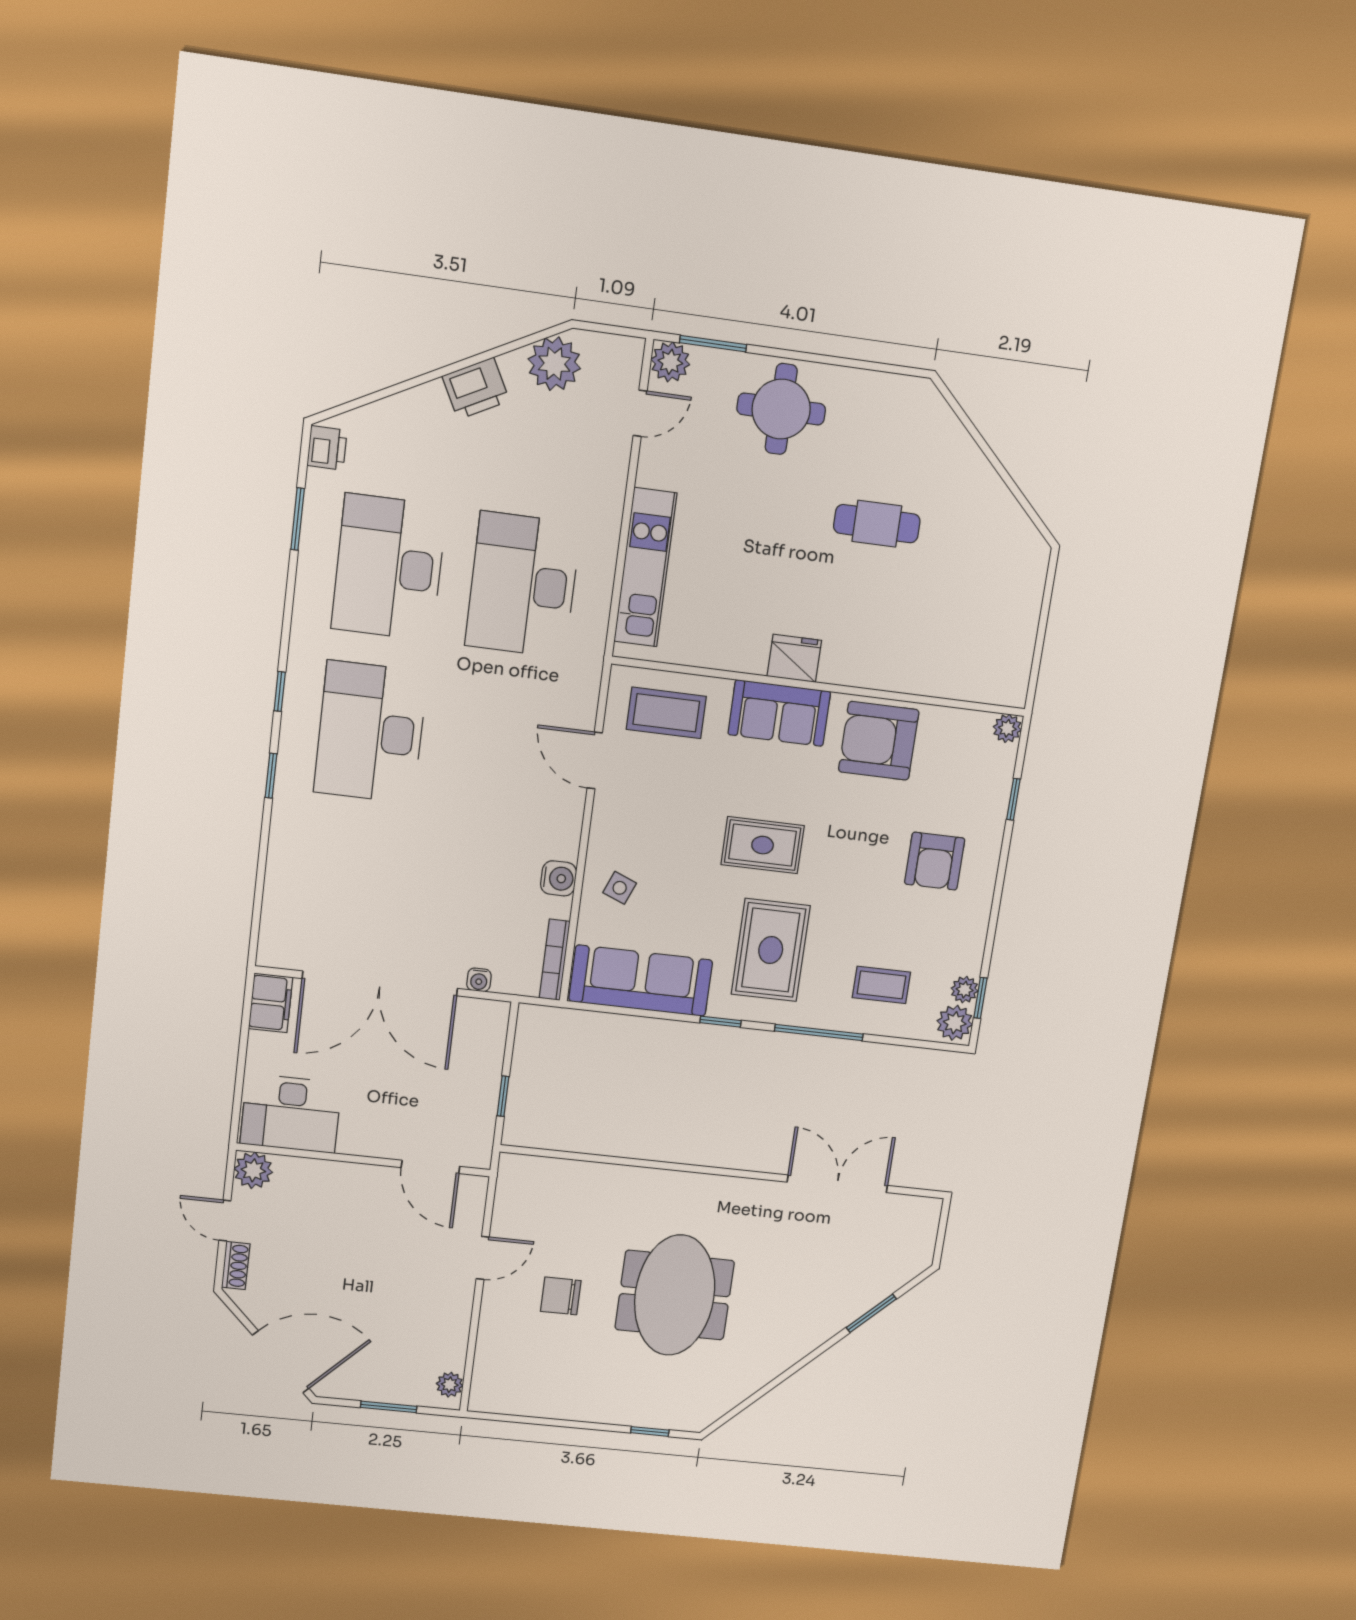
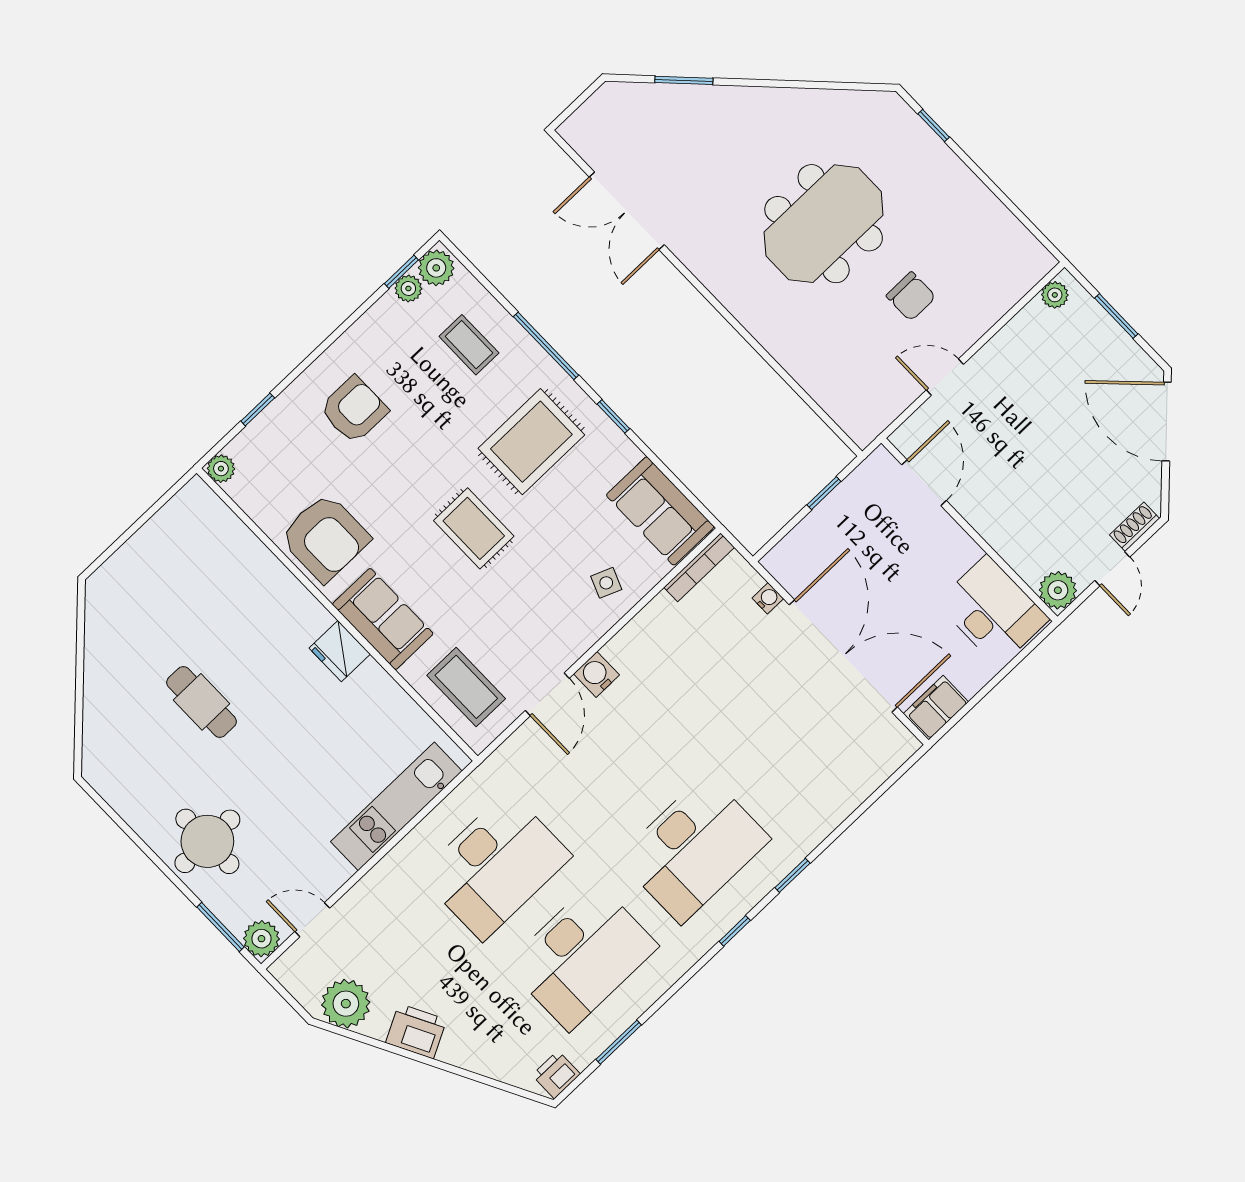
water cooler: (559, 878) -> (597, 674), moved
sofa: (641, 981) -> (660, 511), width x0.73

